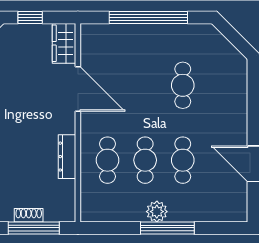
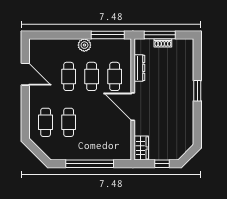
cafe table: (220, 85) -> (46, 122), added
door: (78, 89) -> (133, 107), moved
dresser: (67, 157) -> (139, 68), moved
window: (167, 228) -> (108, 35), moved

